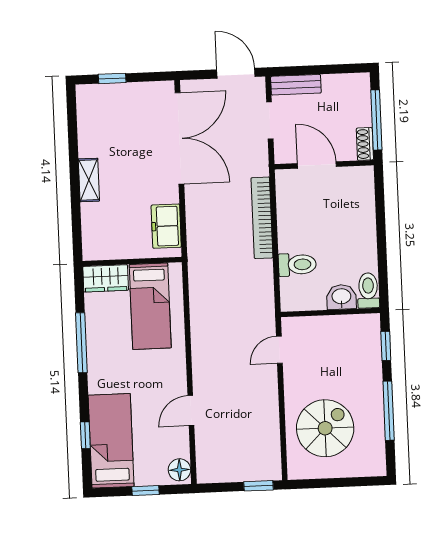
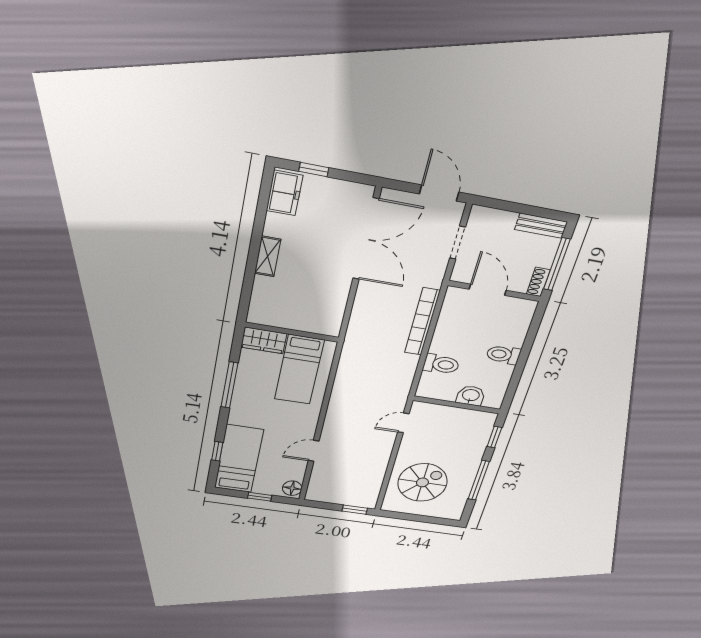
bench: (296, 85) -> (541, 226), moved
freezer: (166, 226) -> (285, 193), moved, turned 180
toilet: (368, 290) -> (503, 355), moved, turned -90

